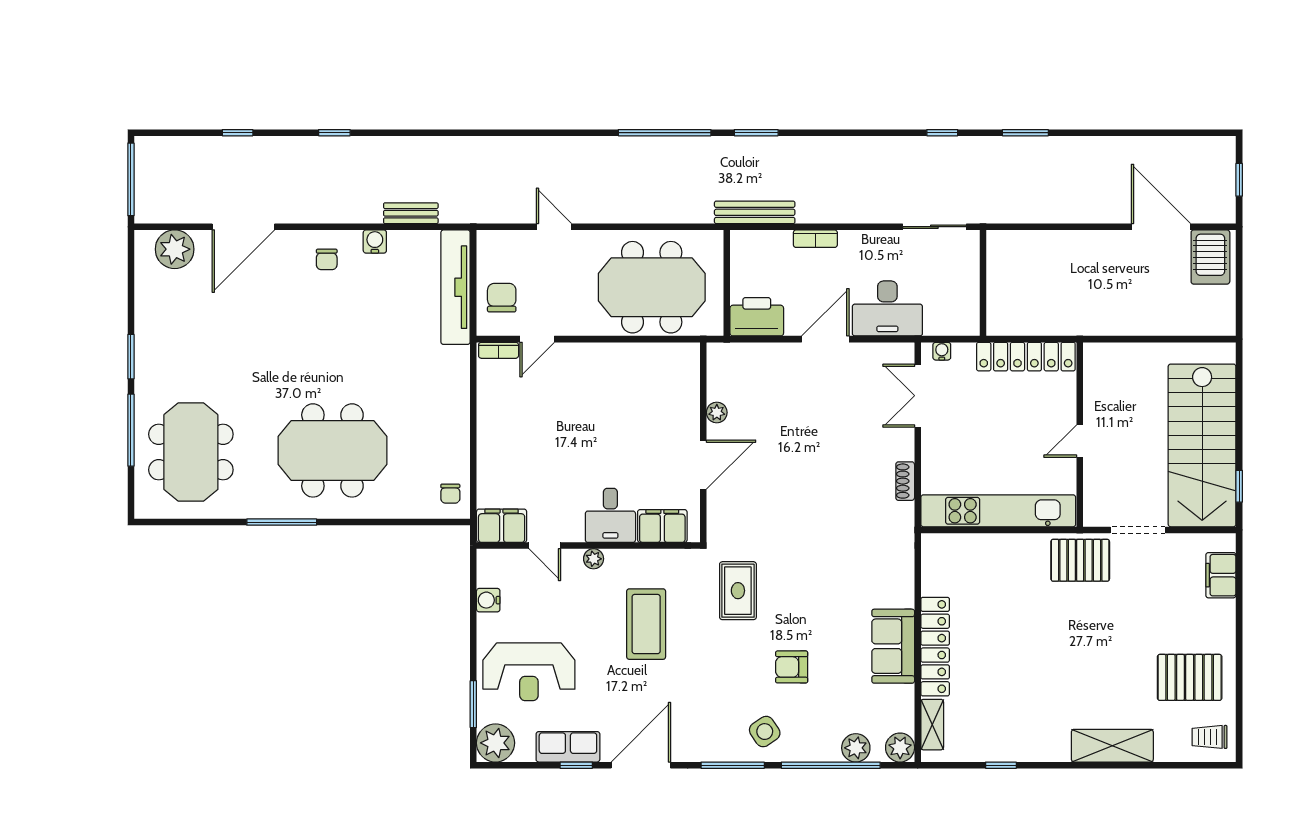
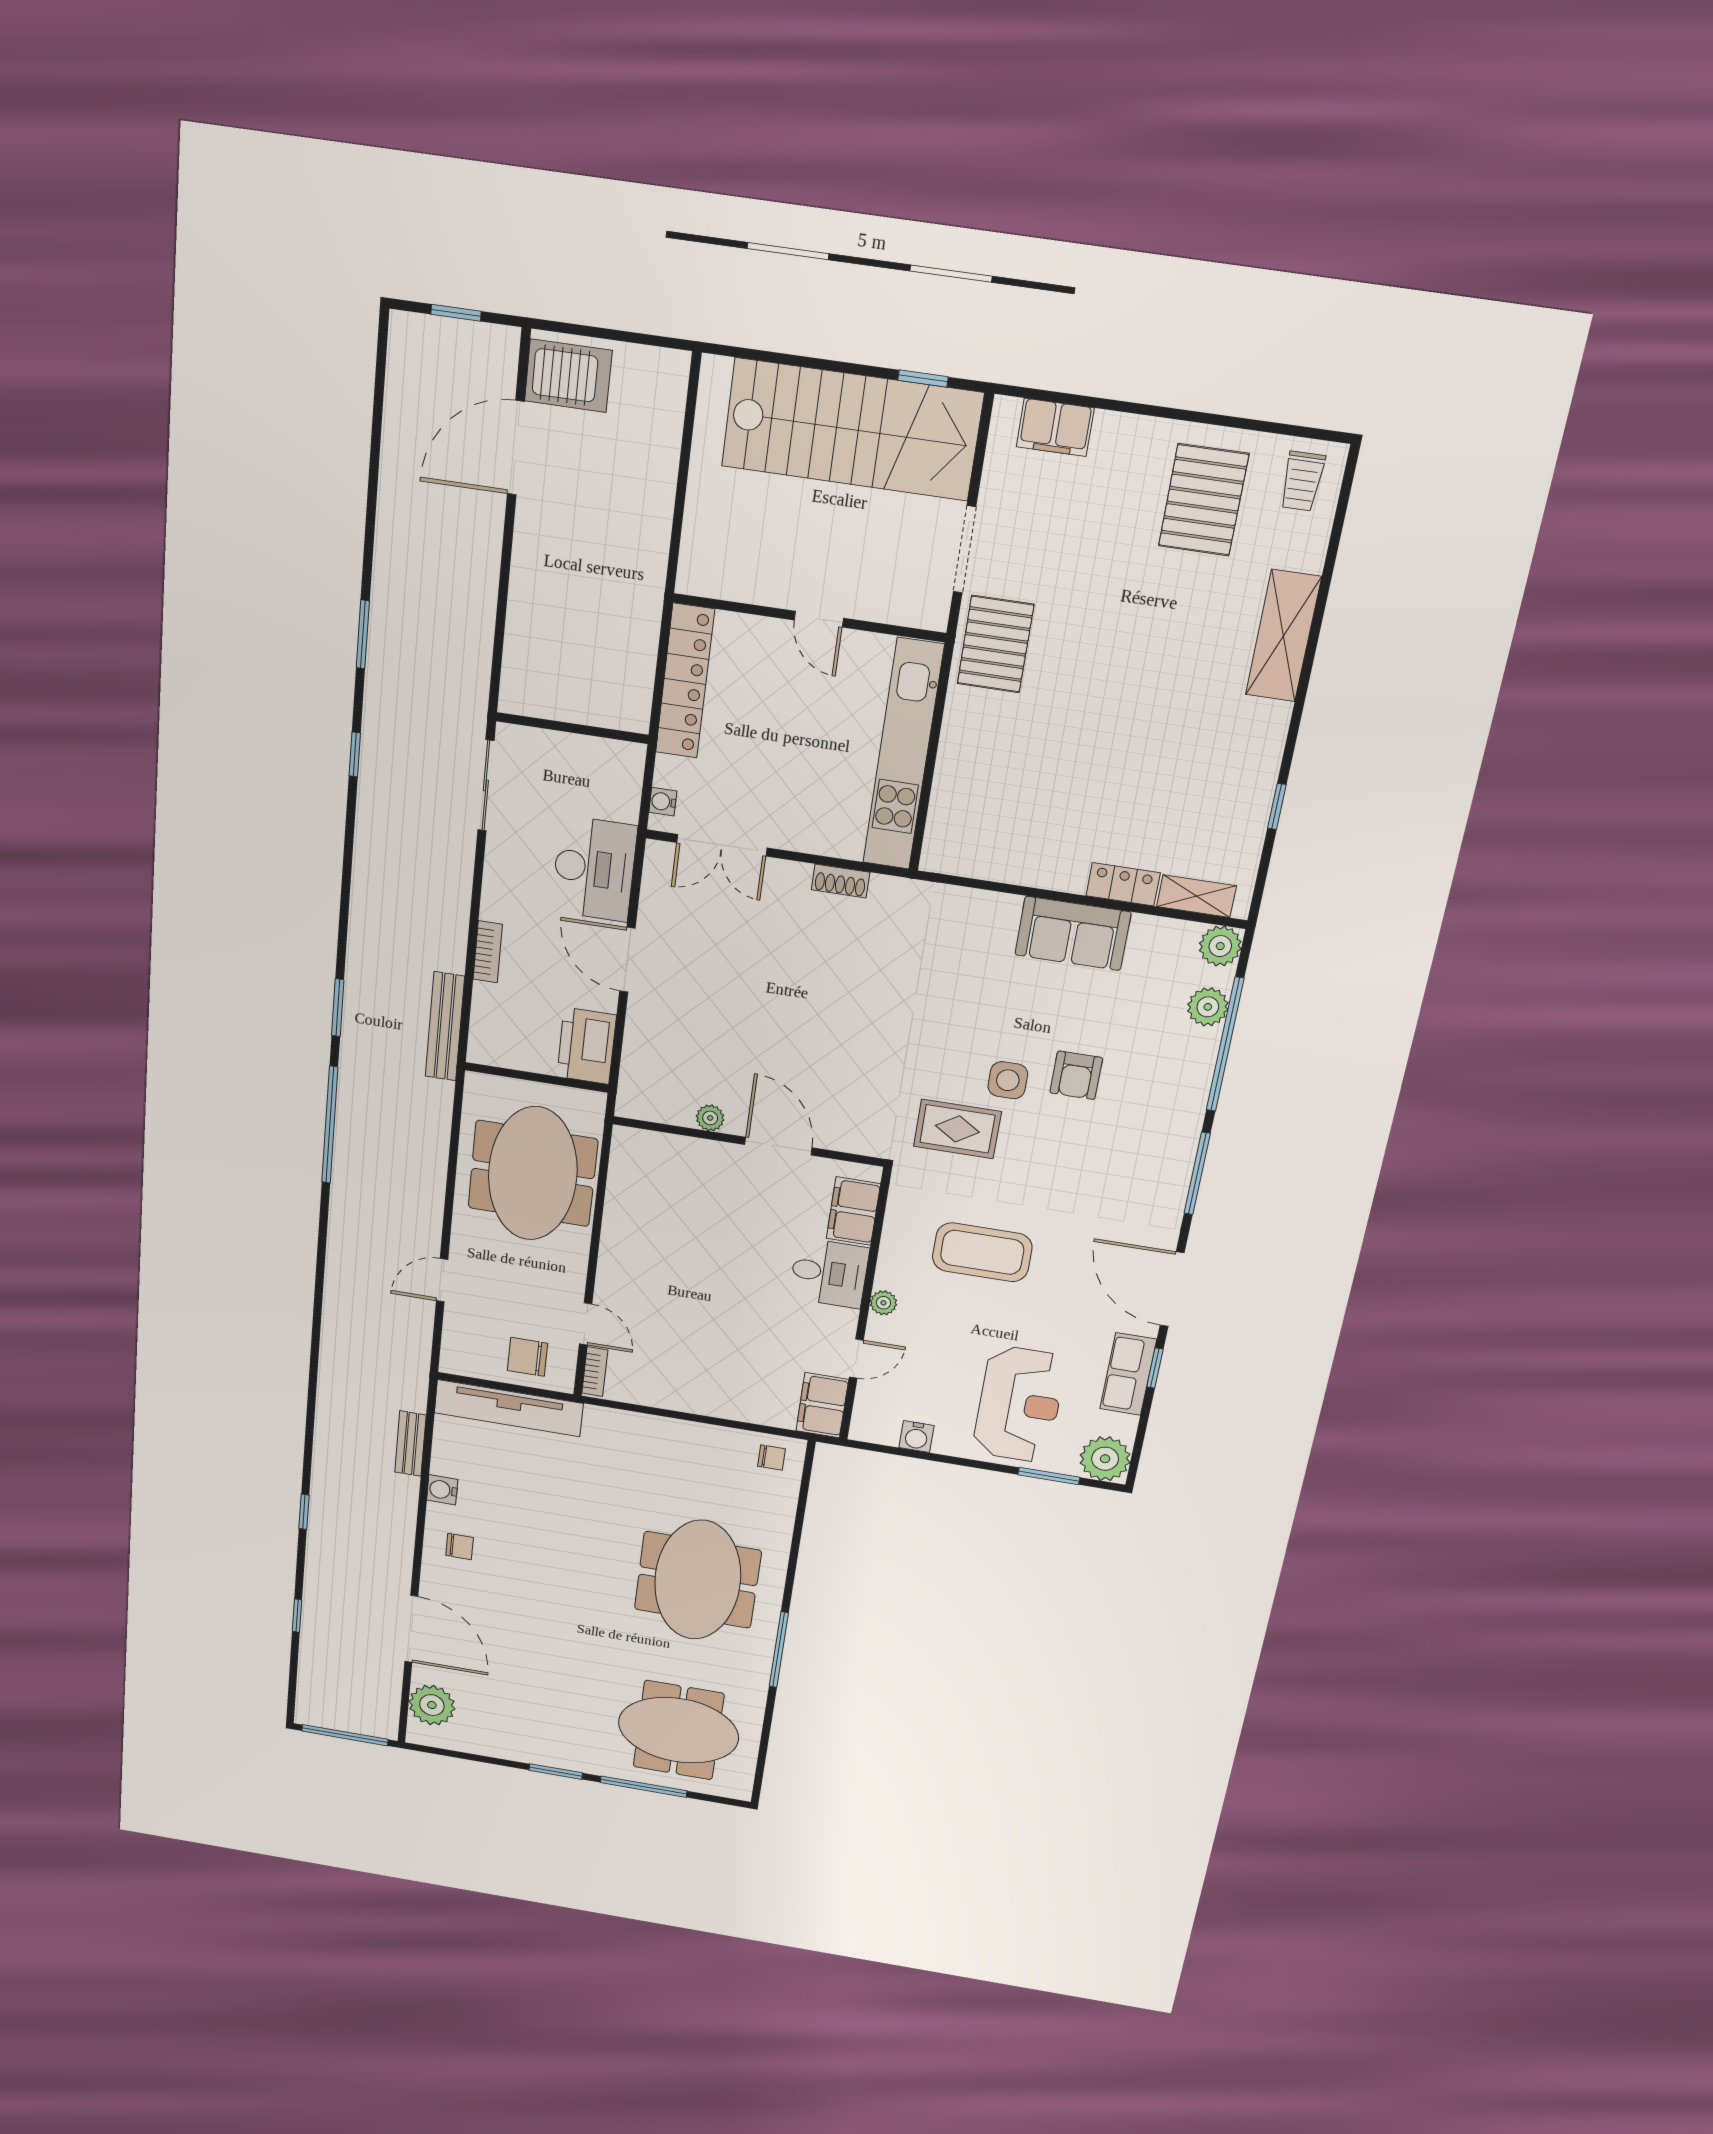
locker: (935, 647) -> (1123, 884), width x0.46, depth x0.83
side table: (765, 732) -> (1008, 1080), moved, turned 34

